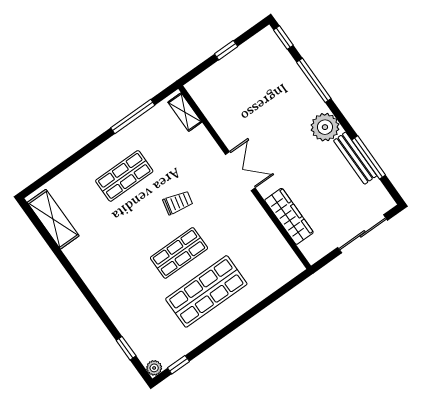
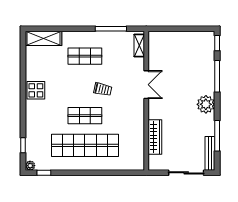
window: (226, 50) -> (183, 29), removed
bench: (355, 158) -> (210, 153), moved
double door: (240, 171) -> (146, 85), moved
shelving: (53, 219) -> (43, 38), moved, turned 90
display table: (92, 265) -> (36, 90), added
shop shelf: (206, 291) -> (85, 145), width x1.40

